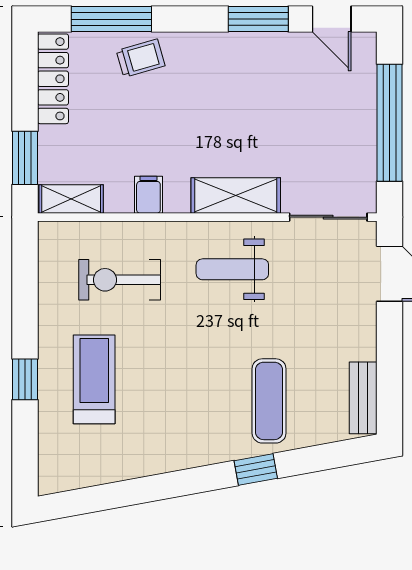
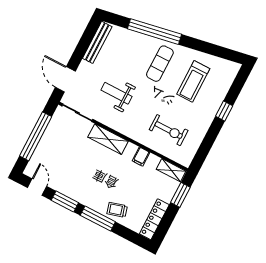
window: (111, 19) -> (98, 219), moved
weight bench: (232, 269) -> (116, 93), moved, turned 180
treadmill: (94, 379) -> (193, 81), moved
bench: (363, 398) -> (97, 42), width x1.36
exercise mat: (269, 401) -> (160, 64), moved
window: (256, 469) -> (155, 32), width x3.17

